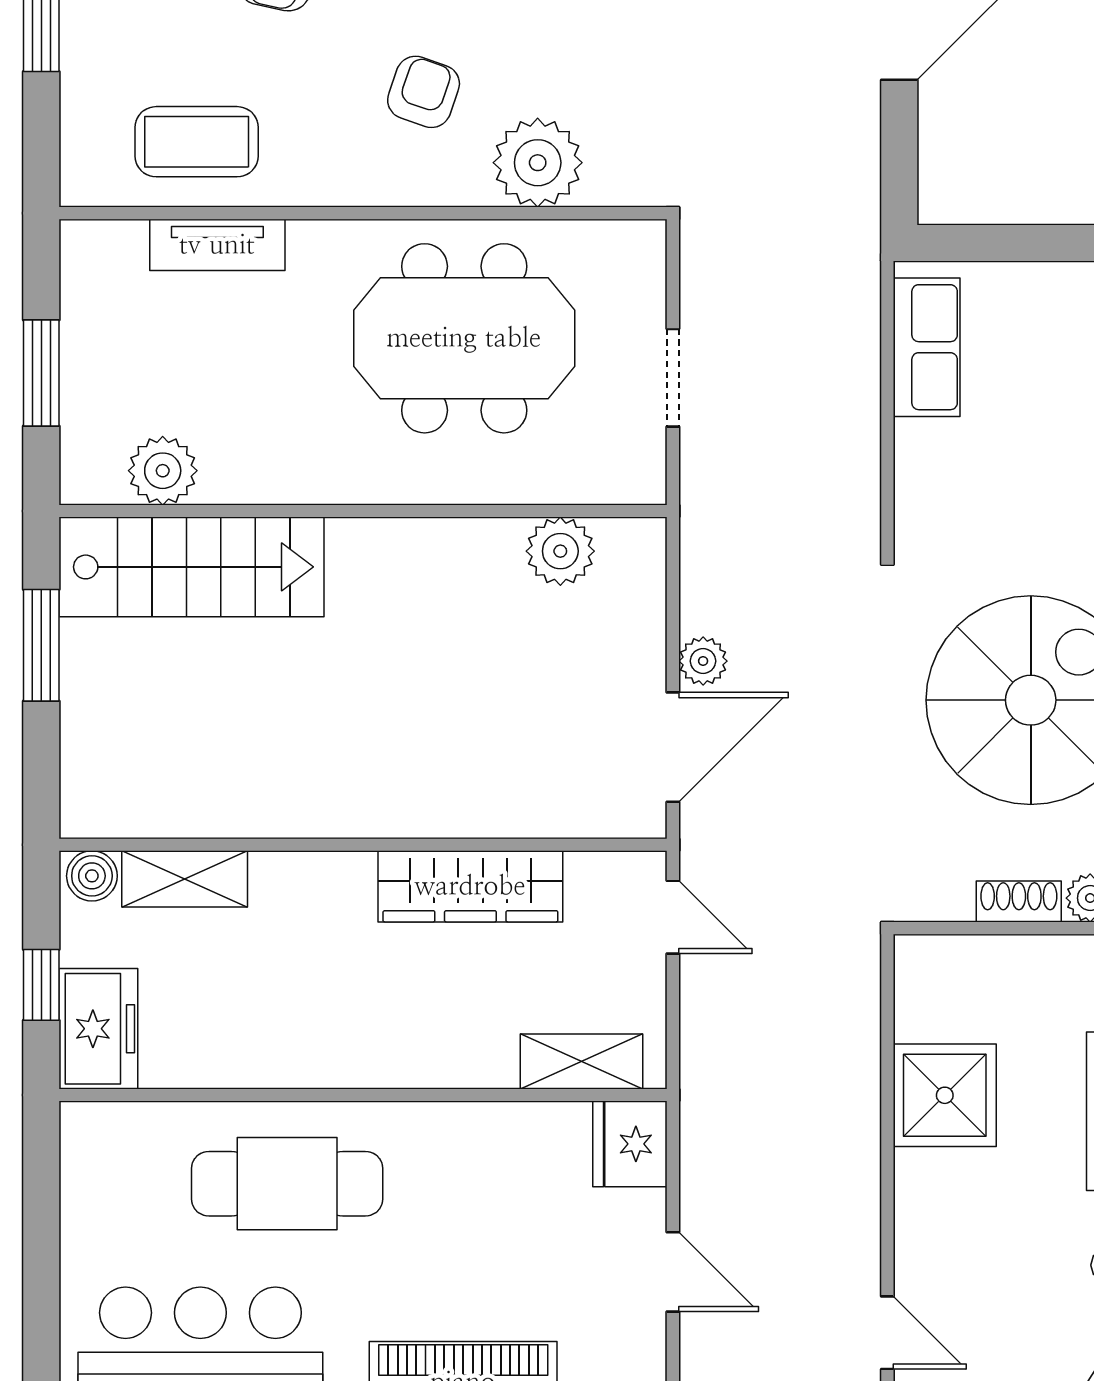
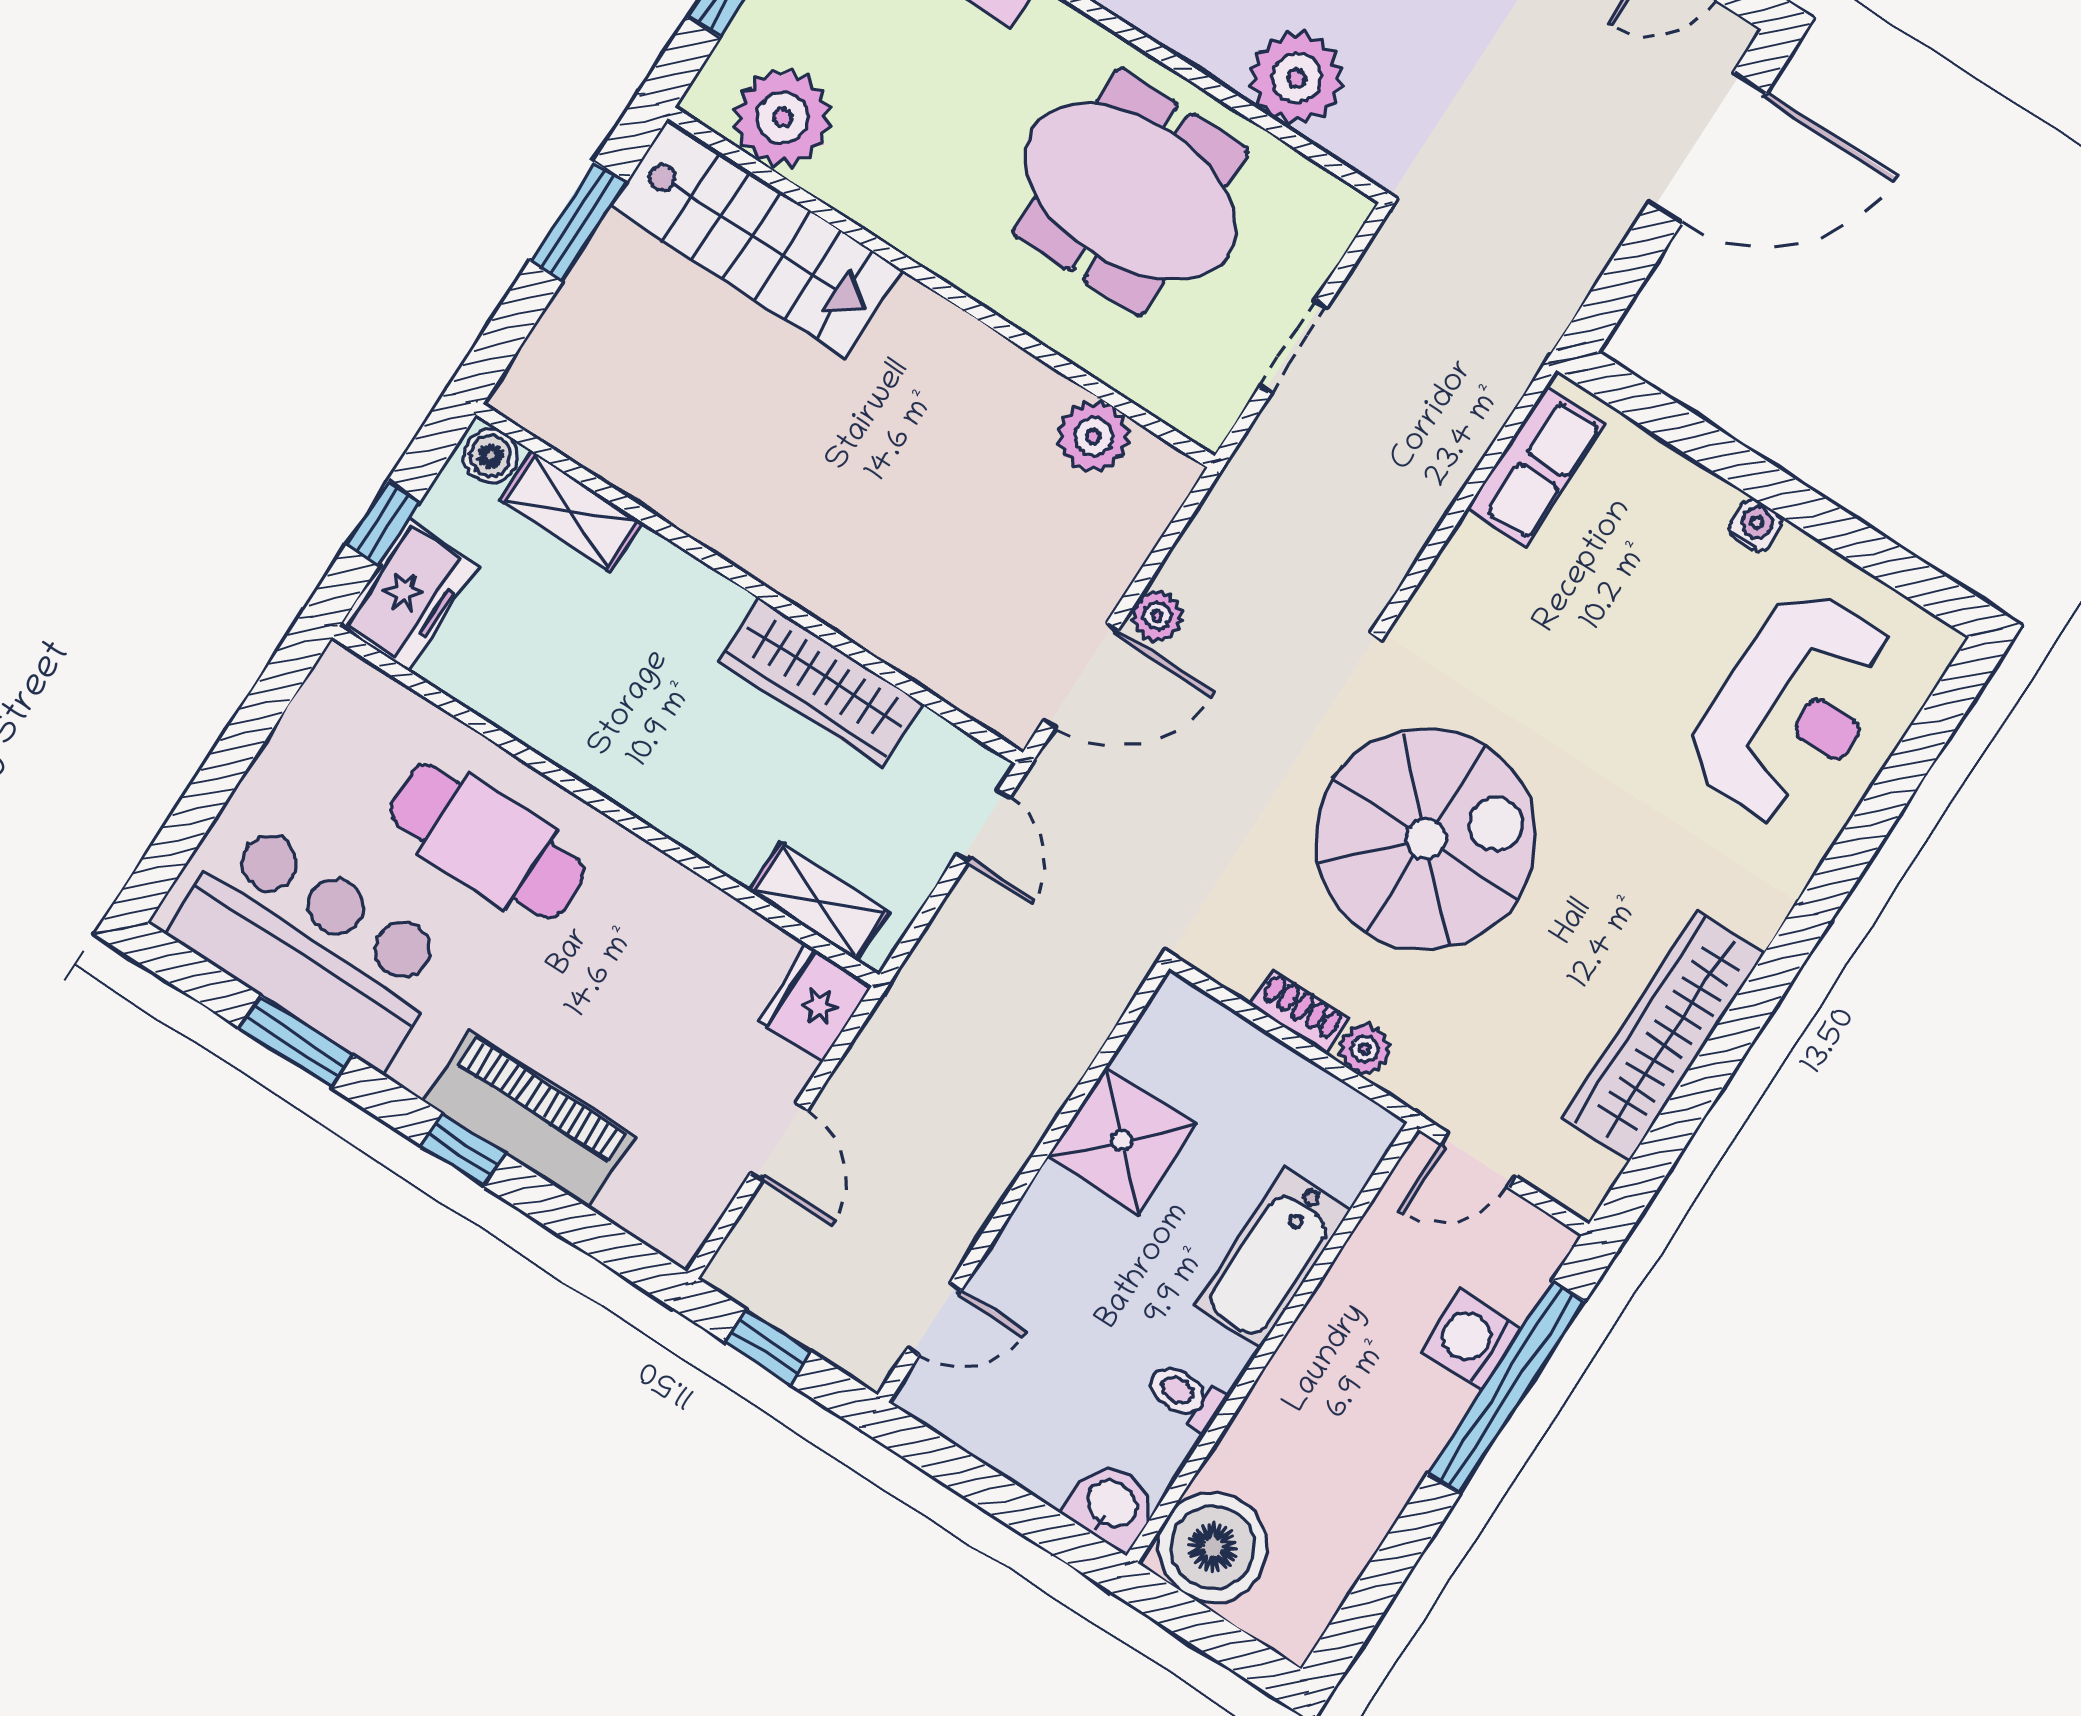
plant: (163, 471) -> (782, 118), width x1.36, depth x1.36
door: (887, 1333) -> (935, 1319), hinge flipped

